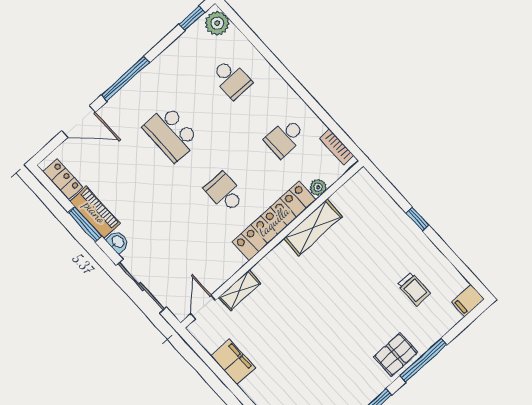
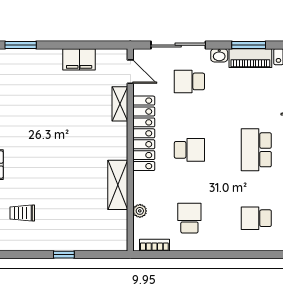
school desk: (171, 134) -> (256, 150), turned -90
locker: (274, 221) -> (144, 133), moved
school desk: (164, 247) -> (189, 81), added

